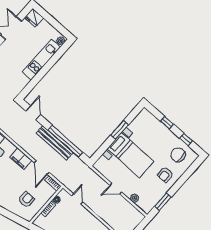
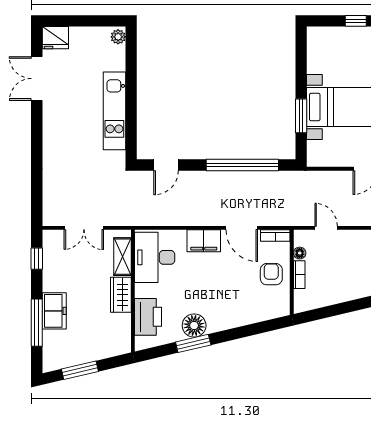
kitchen unit: (41, 60) -> (114, 111), moved
door: (33, 113) -> (166, 165), swing flipped
window: (120, 130) -> (301, 116), moved
bench: (55, 143) -> (230, 180), removed
armchair: (26, 200) -> (271, 274), moved

